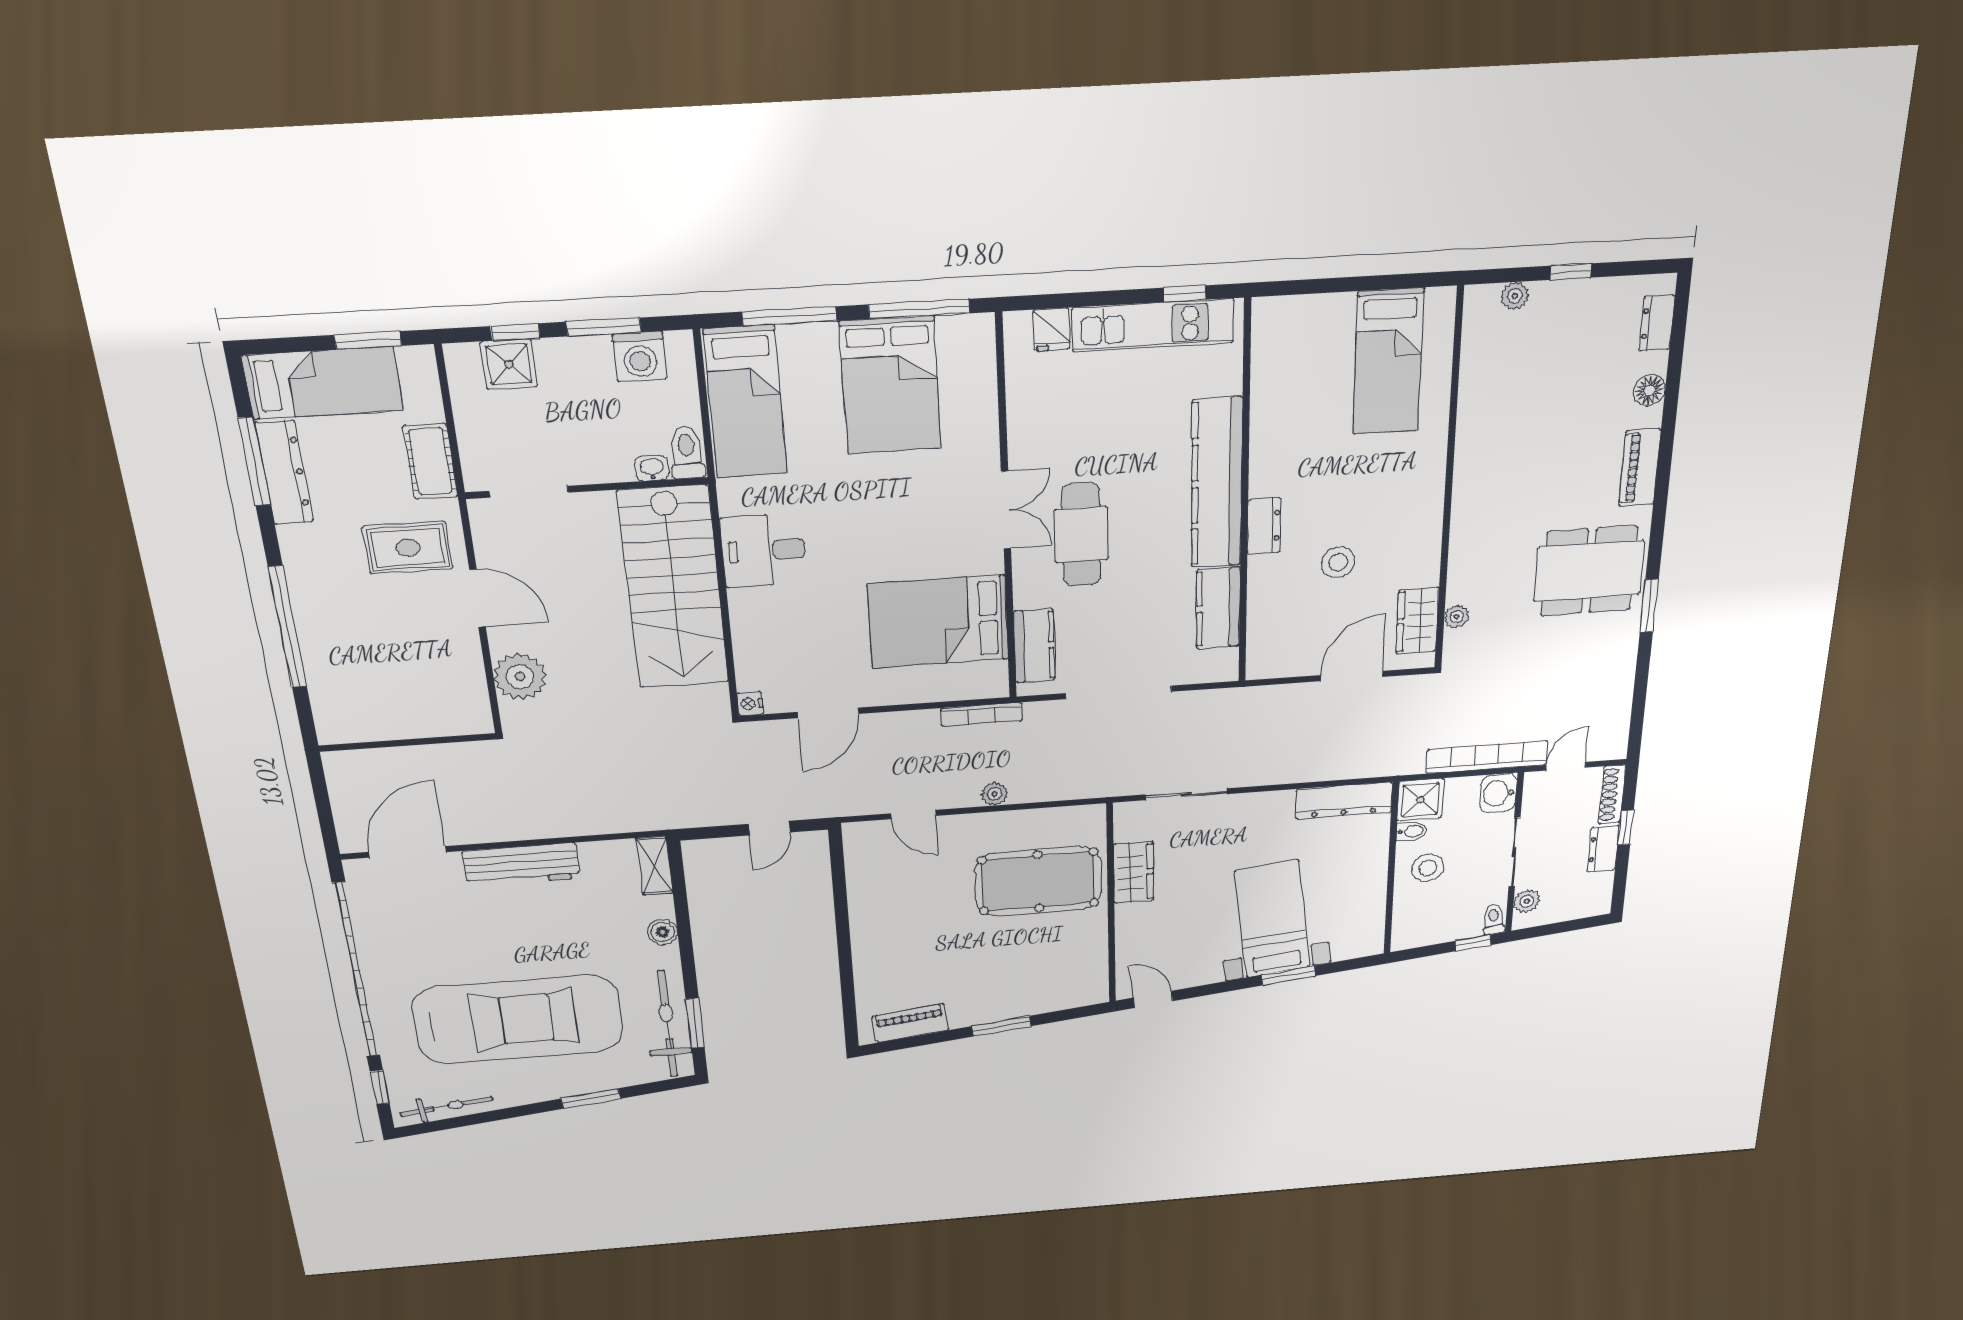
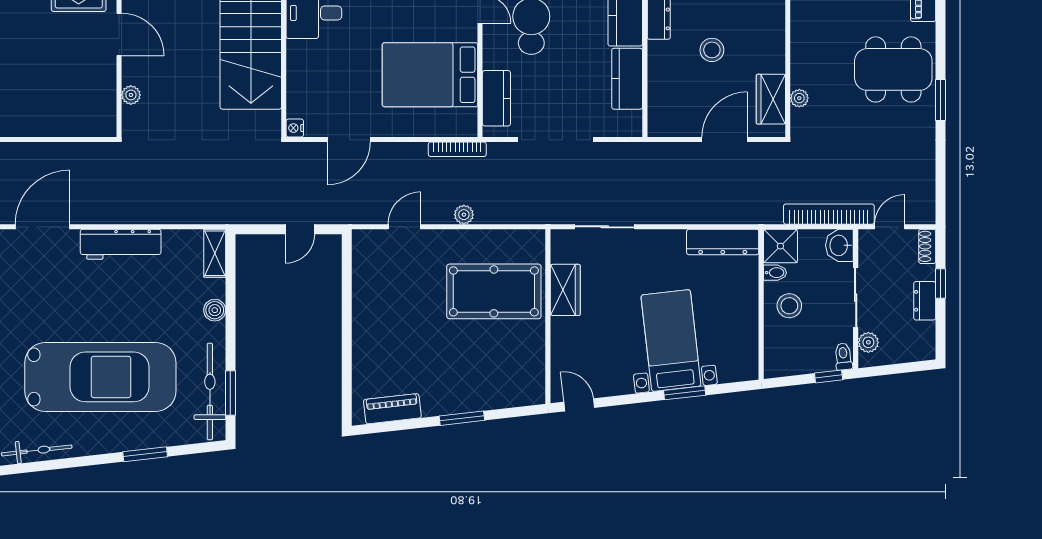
plant: (520, 677) -> (131, 95), width x0.53, depth x0.53
shoe rack: (1612, 794) -> (927, 246), width x0.70
door: (913, 815) -> (404, 227), swing flipped

